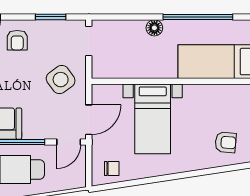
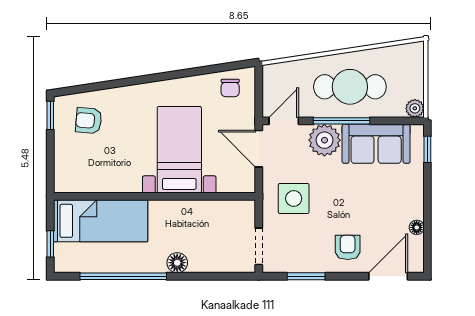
side table: (61, 80) -> (294, 199), turned 36
door: (89, 120) -> (259, 149), hinge flipped
plant: (36, 127) -> (324, 140), added
chair: (112, 169) -> (230, 88), turned -90

